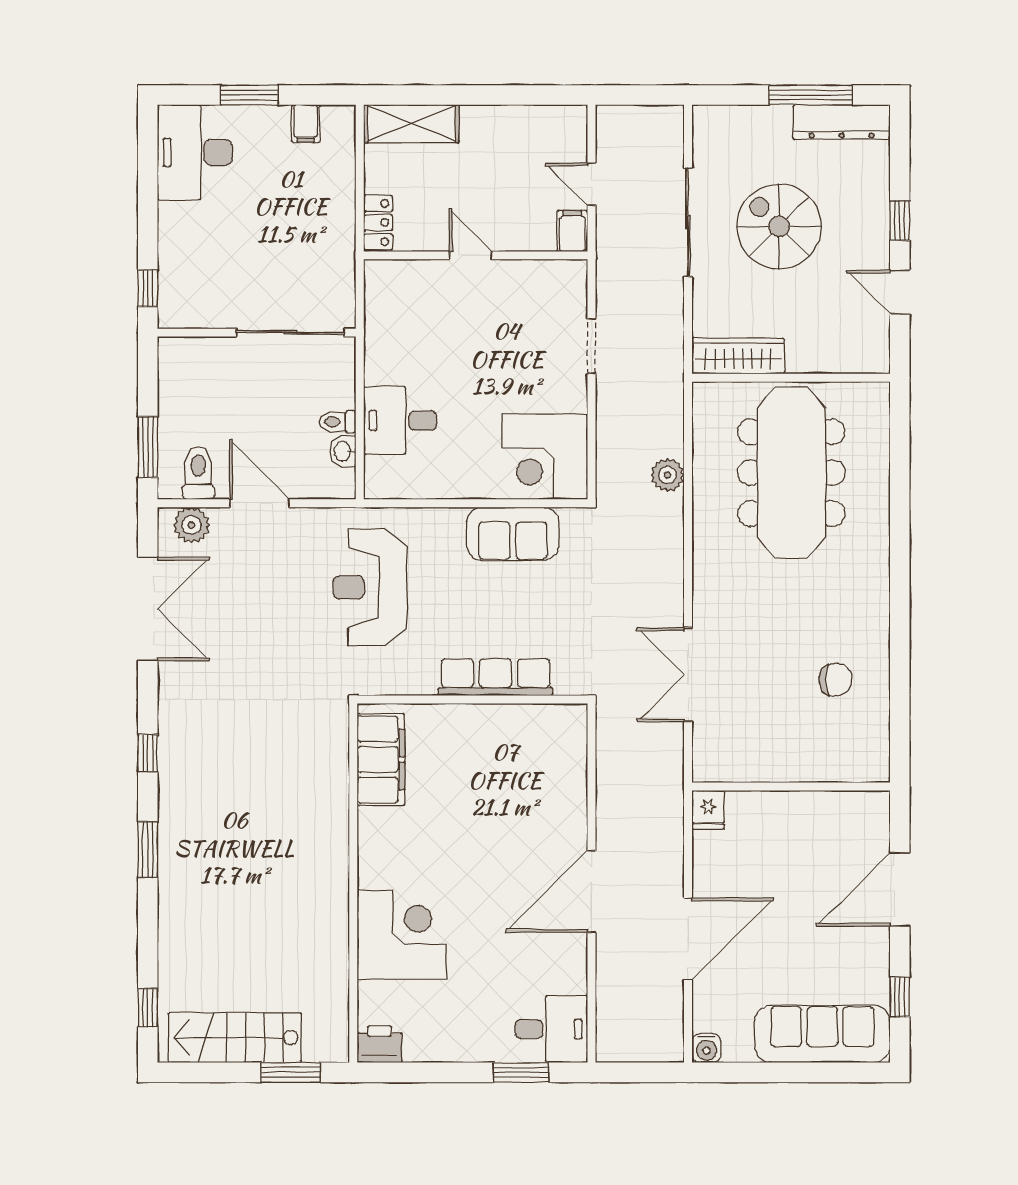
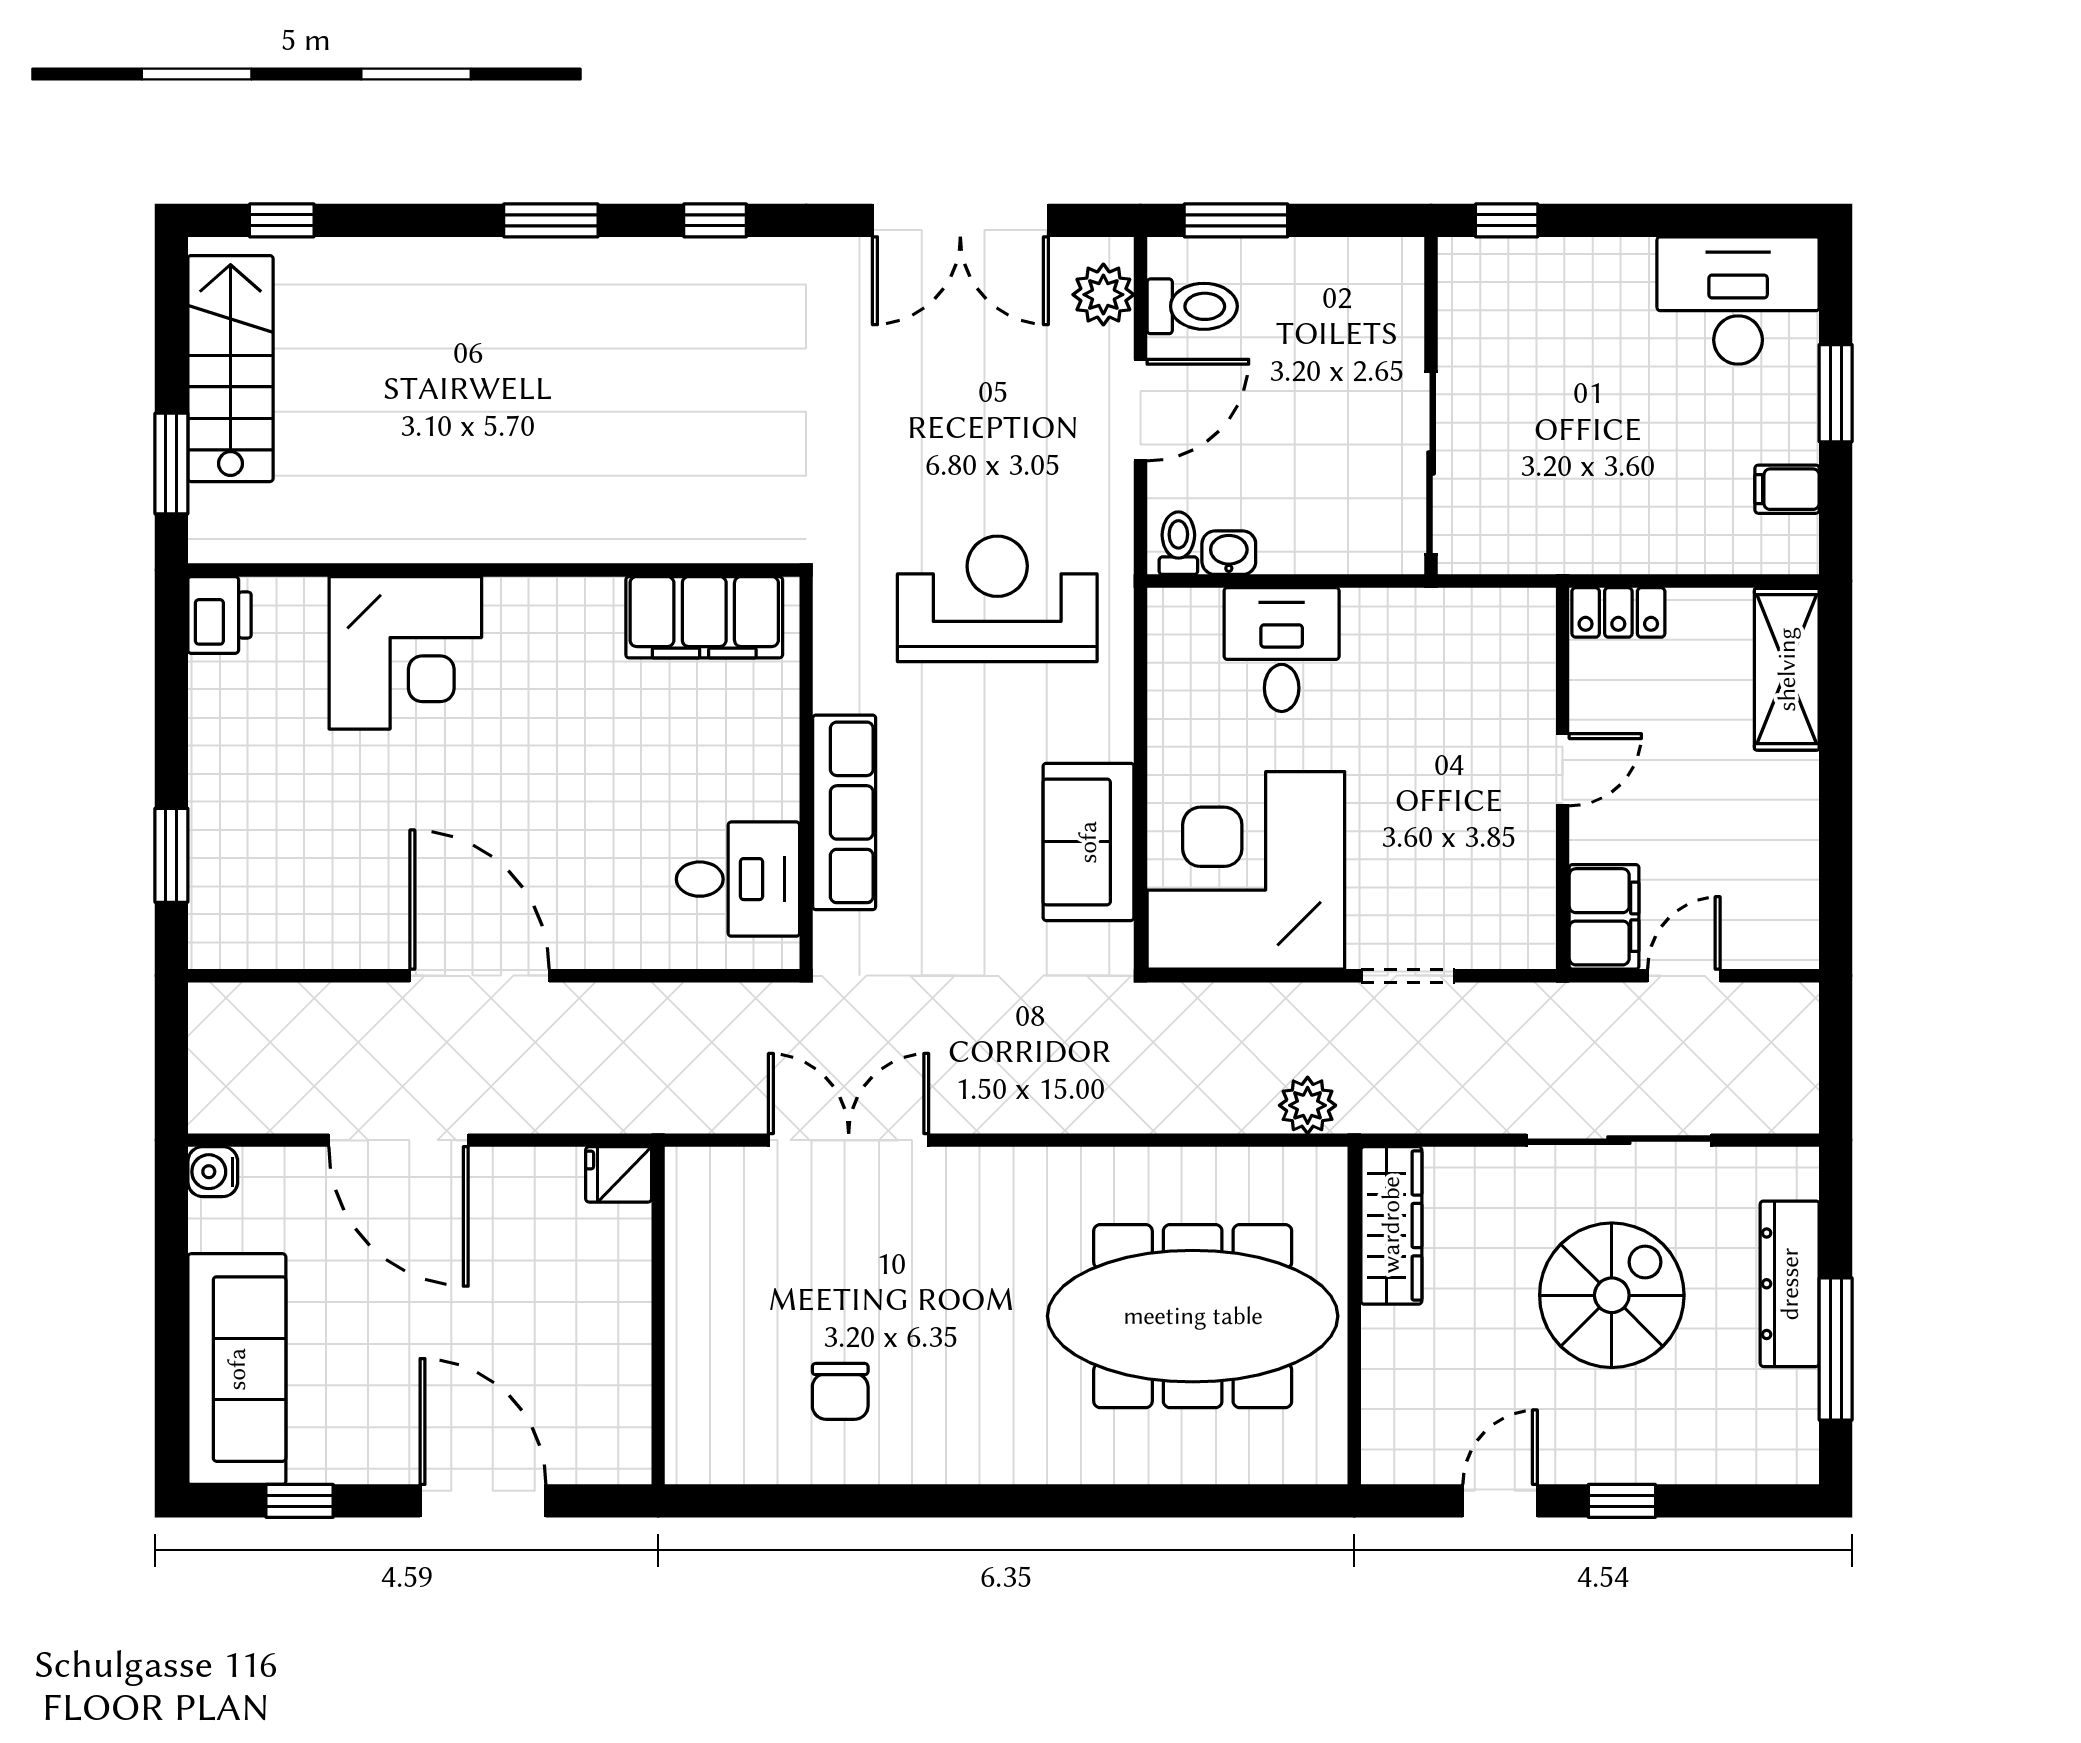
dresser: (842, 122) -> (1790, 1284), moved
filing cabinet: (572, 231) -> (1604, 917), width x2.00
toilet: (337, 422) -> (1178, 543), moved
corner desk: (545, 457) -> (1246, 870), width x1.36, depth x1.36
plant: (668, 475) -> (1308, 1105), moved
desk: (551, 1029) -> (738, 879), moved, turned -90

